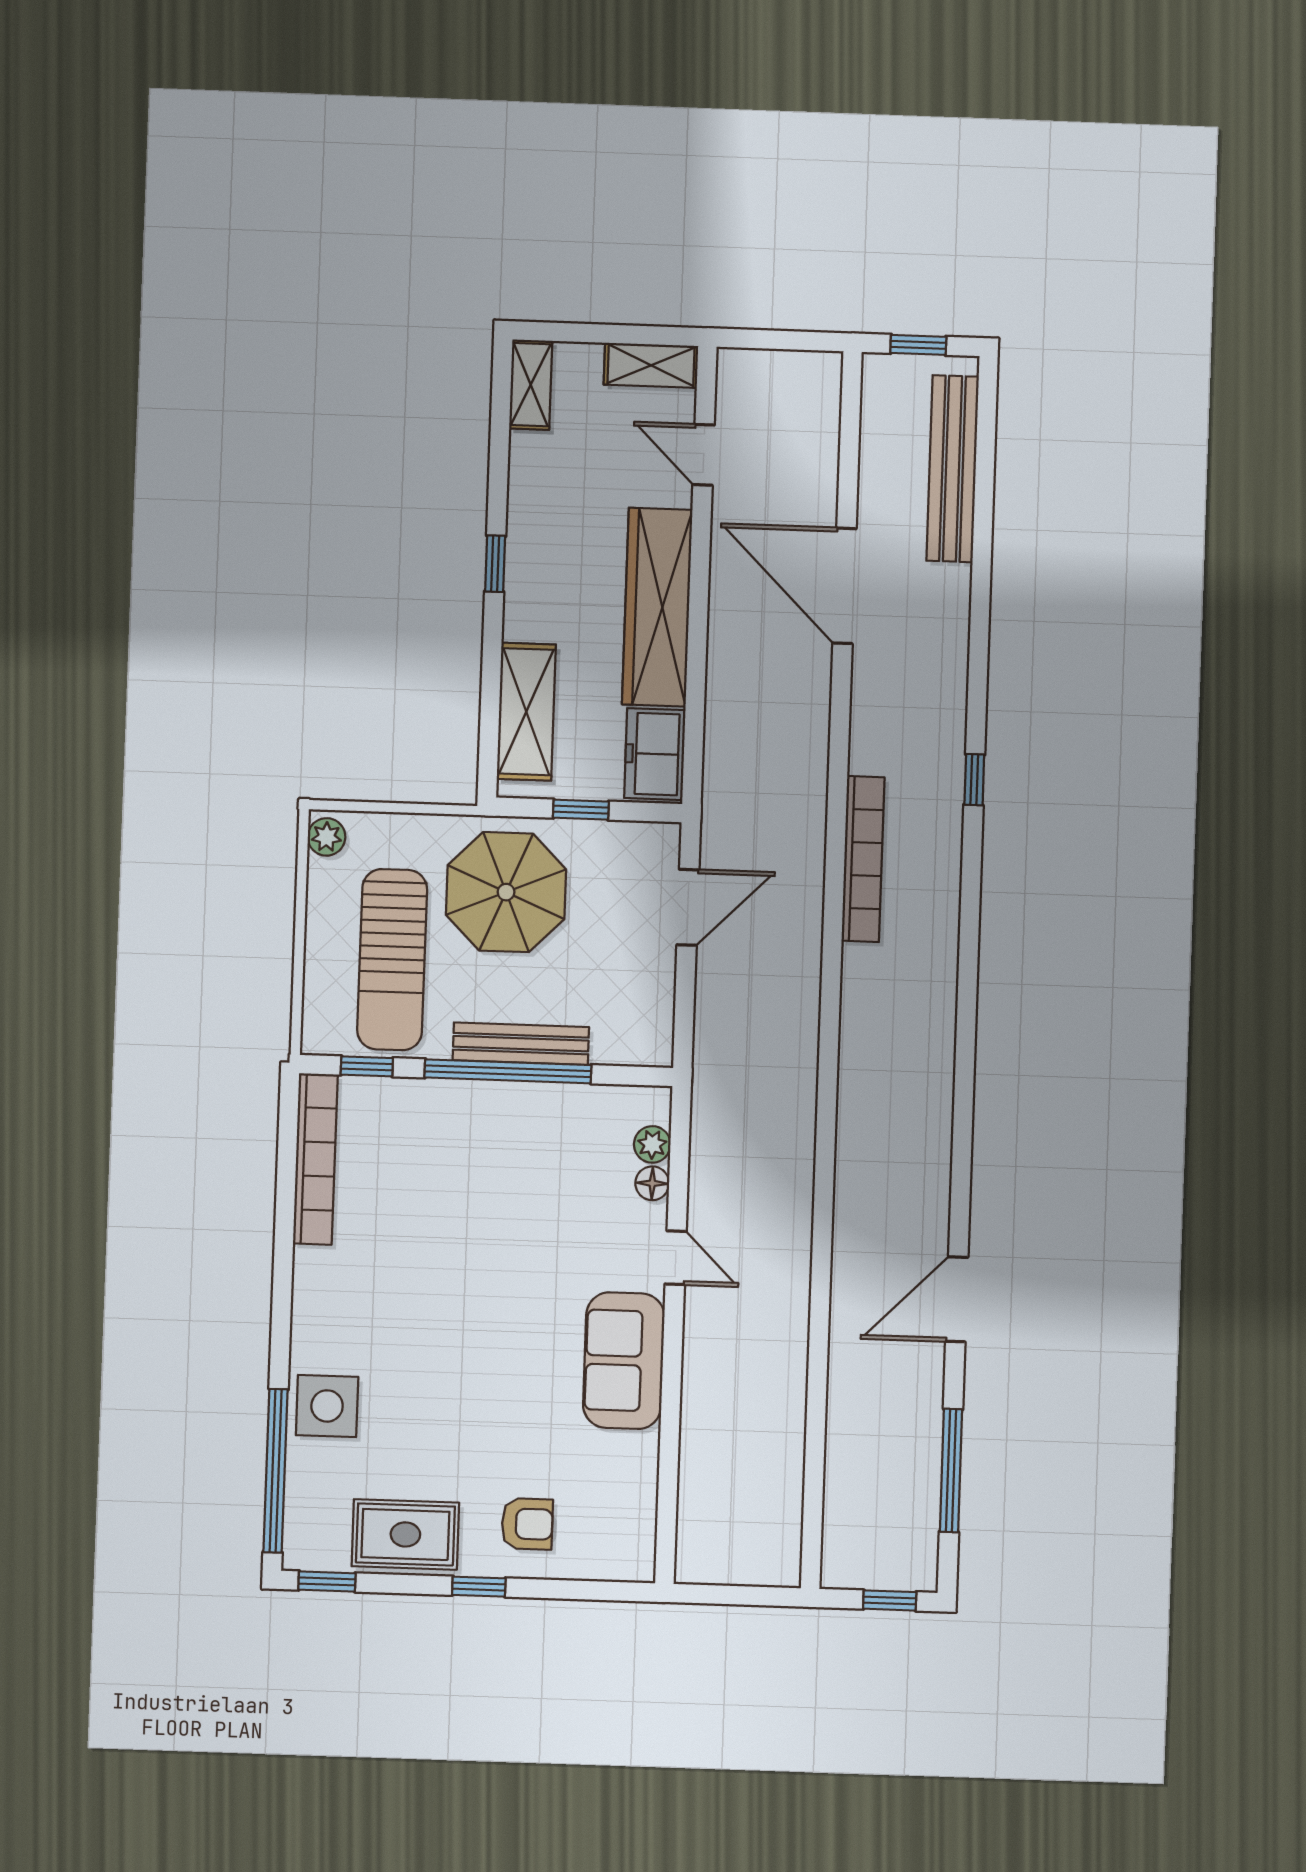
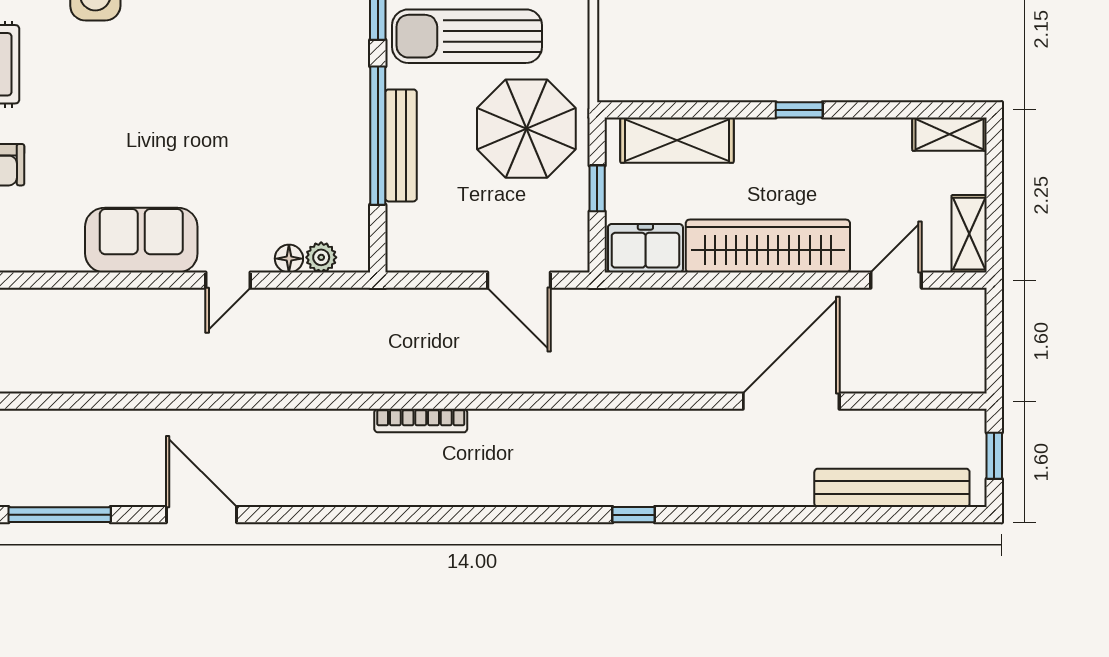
bookcase: (863, 859) -> (421, 421), moved, width x0.68, depth x0.76

